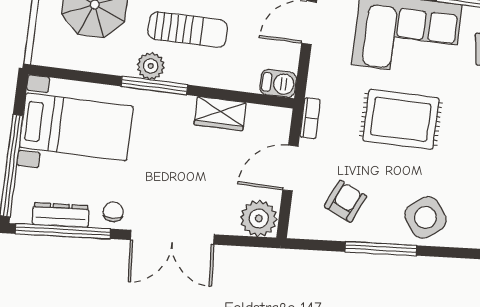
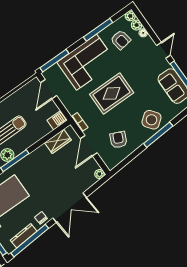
wardrobe: (220, 114) -> (58, 141), moved
plant: (259, 218) -> (99, 174), width x0.53, depth x0.53
window: (381, 249) -> (158, 135), moved

